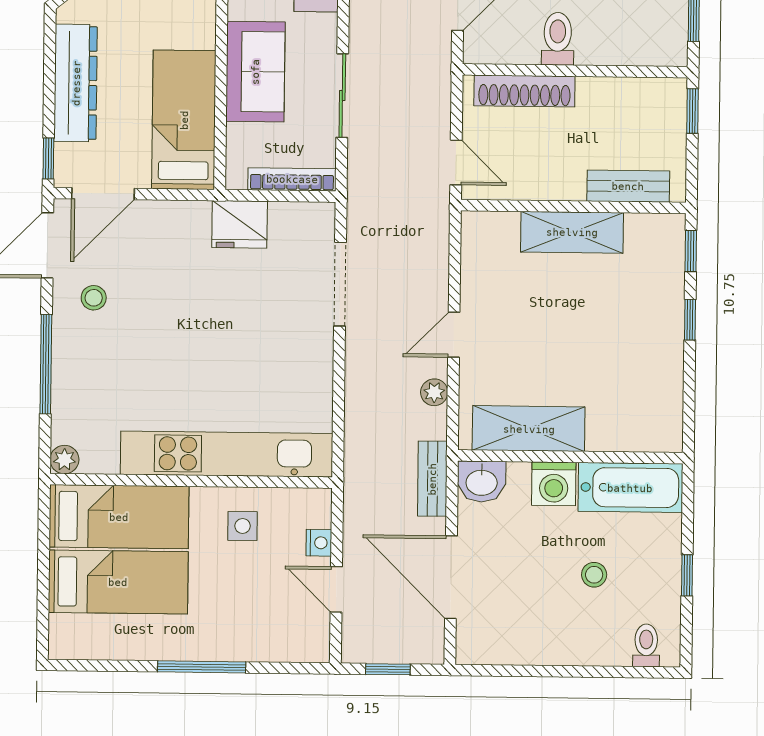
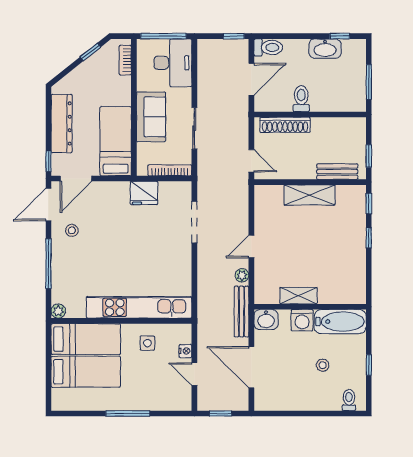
window: (693, 111) -> (369, 156), moved
shelving: (529, 429) -> (298, 296), width x0.67, depth x0.75
bench: (432, 479) -> (242, 312), width x1.36

